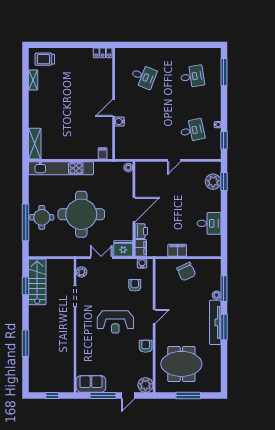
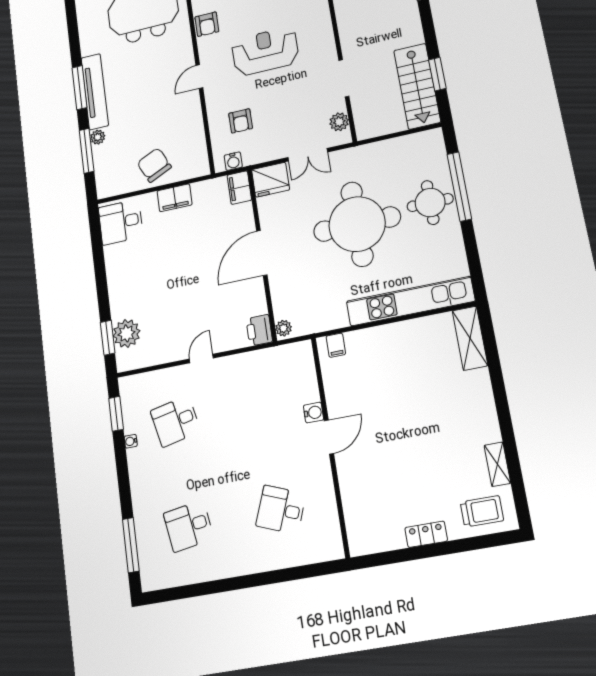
locker: (103, 53) -> (426, 534), moved
desk: (209, 223) -> (121, 222), moved
printer: (141, 231) -> (259, 330), moved

